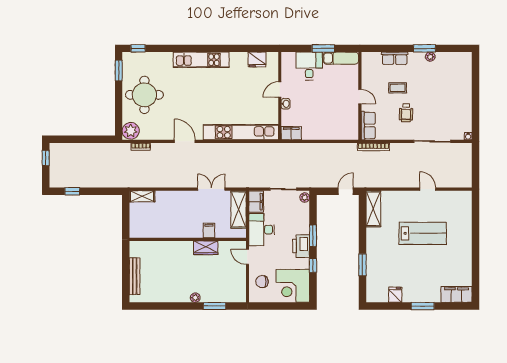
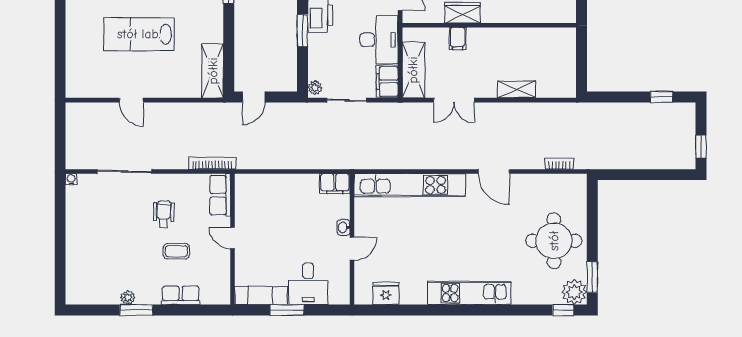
plant: (131, 131) -> (574, 292), moved
shelving: (142, 196) -> (517, 89), moved

